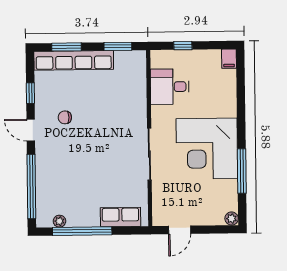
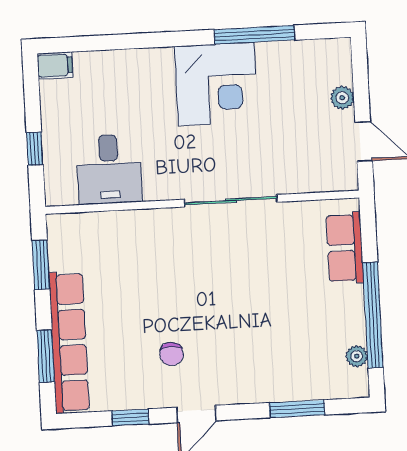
corner desk: (207, 149) -> (216, 84), width x0.74, depth x0.74
window: (31, 187) -> (297, 409), width x0.47
plant: (232, 219) -> (342, 98), moved

